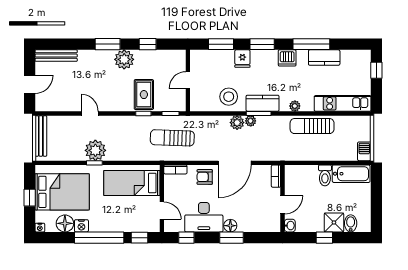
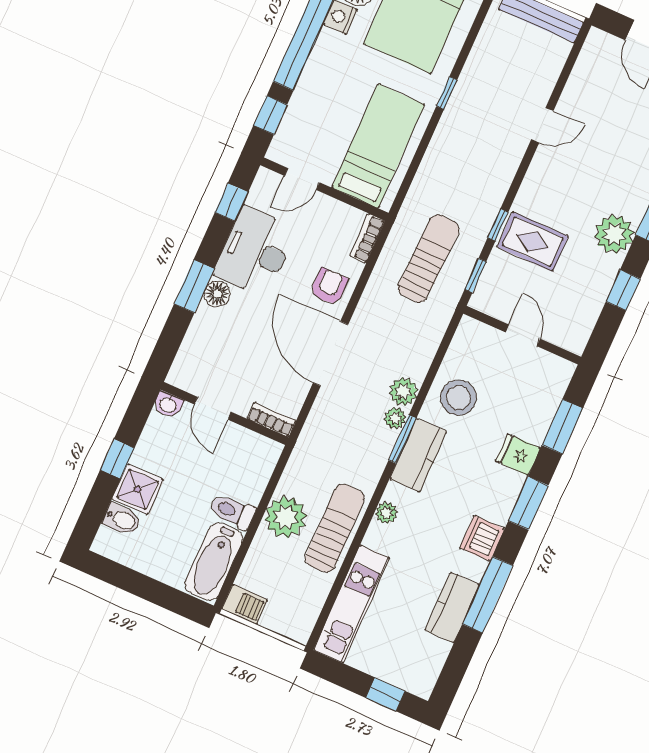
plant: (95, 150) -> (286, 517), moved

